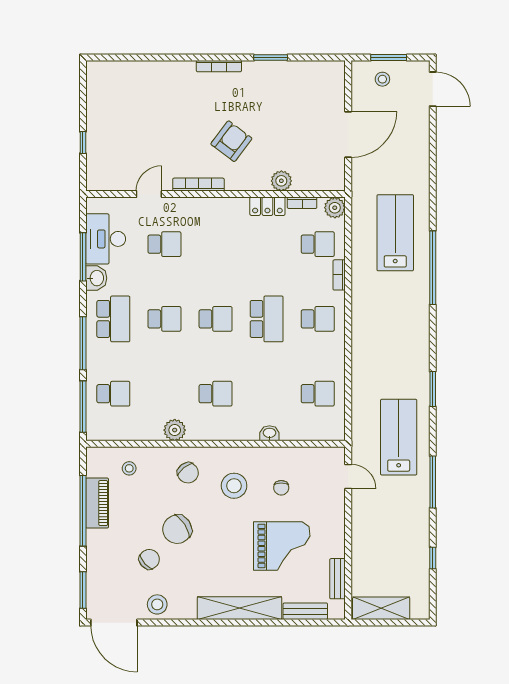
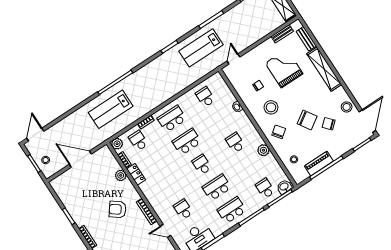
washbasin: (96, 278) -> (284, 187), moved
school desk: (164, 319) -> (217, 187), width x1.85
school desk: (318, 319) -> (172, 119), width x1.85

